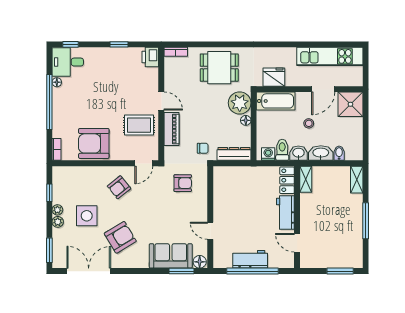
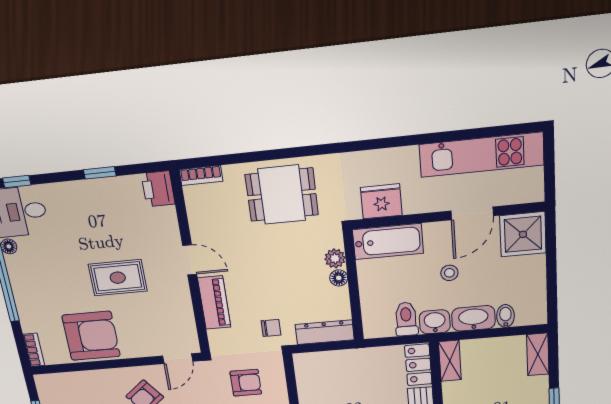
plant: (240, 103) -> (335, 258), width x0.53, depth x0.53
rug: (139, 125) -> (118, 278), moved
armchair: (94, 143) -> (91, 336), turned 180
washing machine: (268, 154) -> (383, 328), removed

